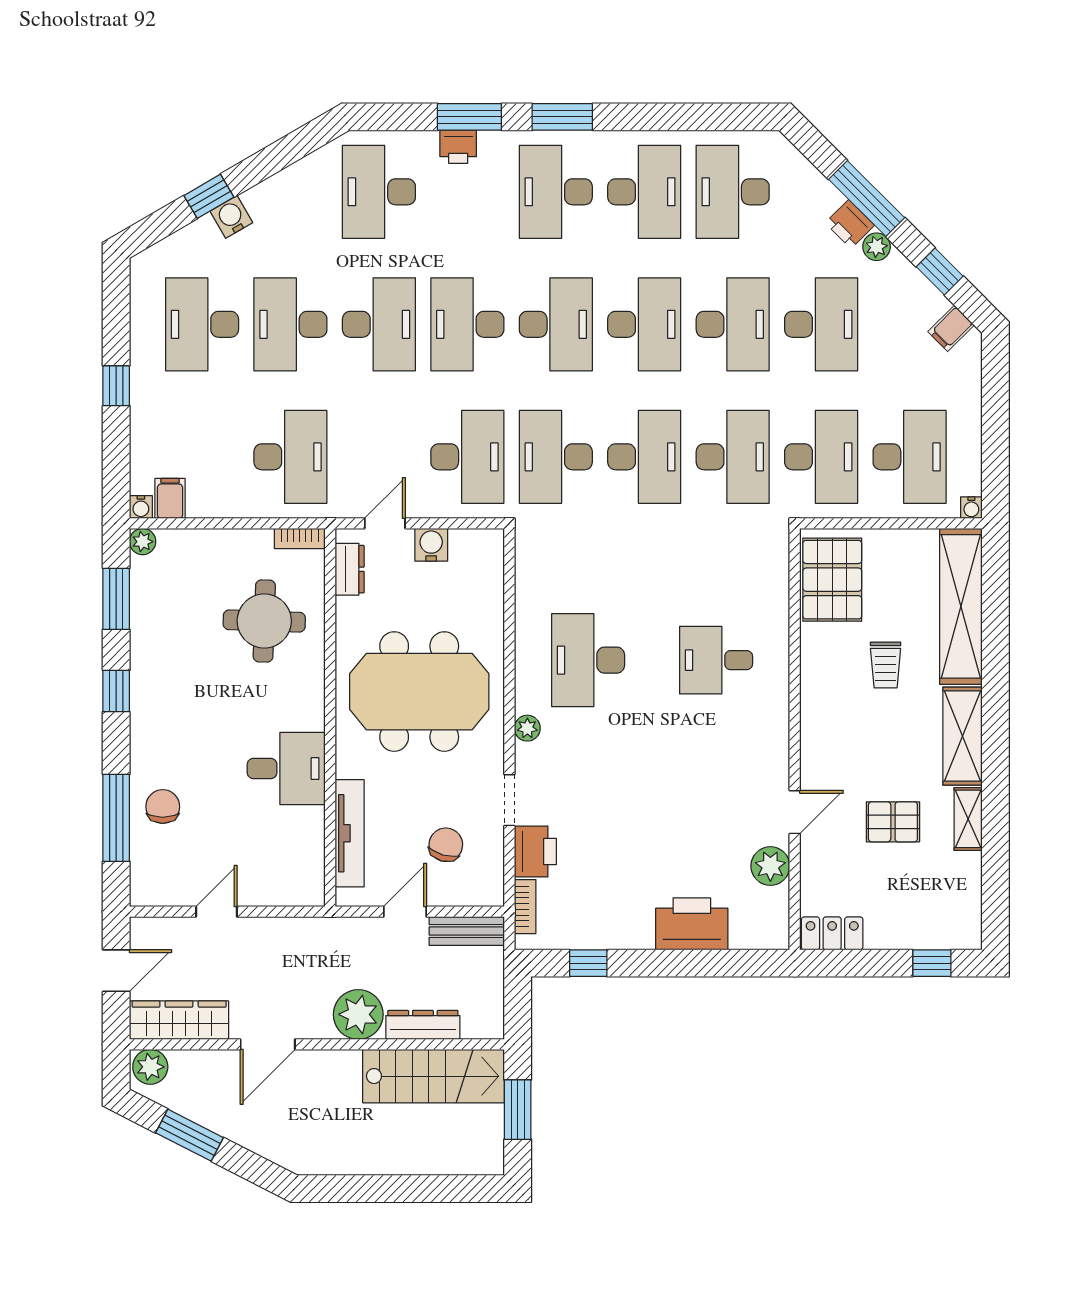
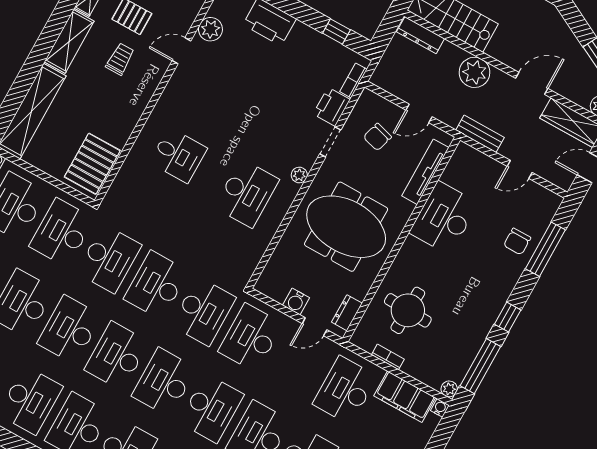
desk: (733, 457) -> (109, 259), turned 180
filing cabinet: (170, 498) -> (405, 397), width x3.00, depth x1.17
bookcase: (300, 539) -> (388, 357), moved
window: (116, 599) -> (480, 366), width x1.44
trolley: (886, 665) -> (120, 59), moved
desk: (286, 768) -> (444, 218), width x1.37
bench: (467, 931) -> (480, 134), moved
dresser: (423, 1025) -> (421, 35), moved

